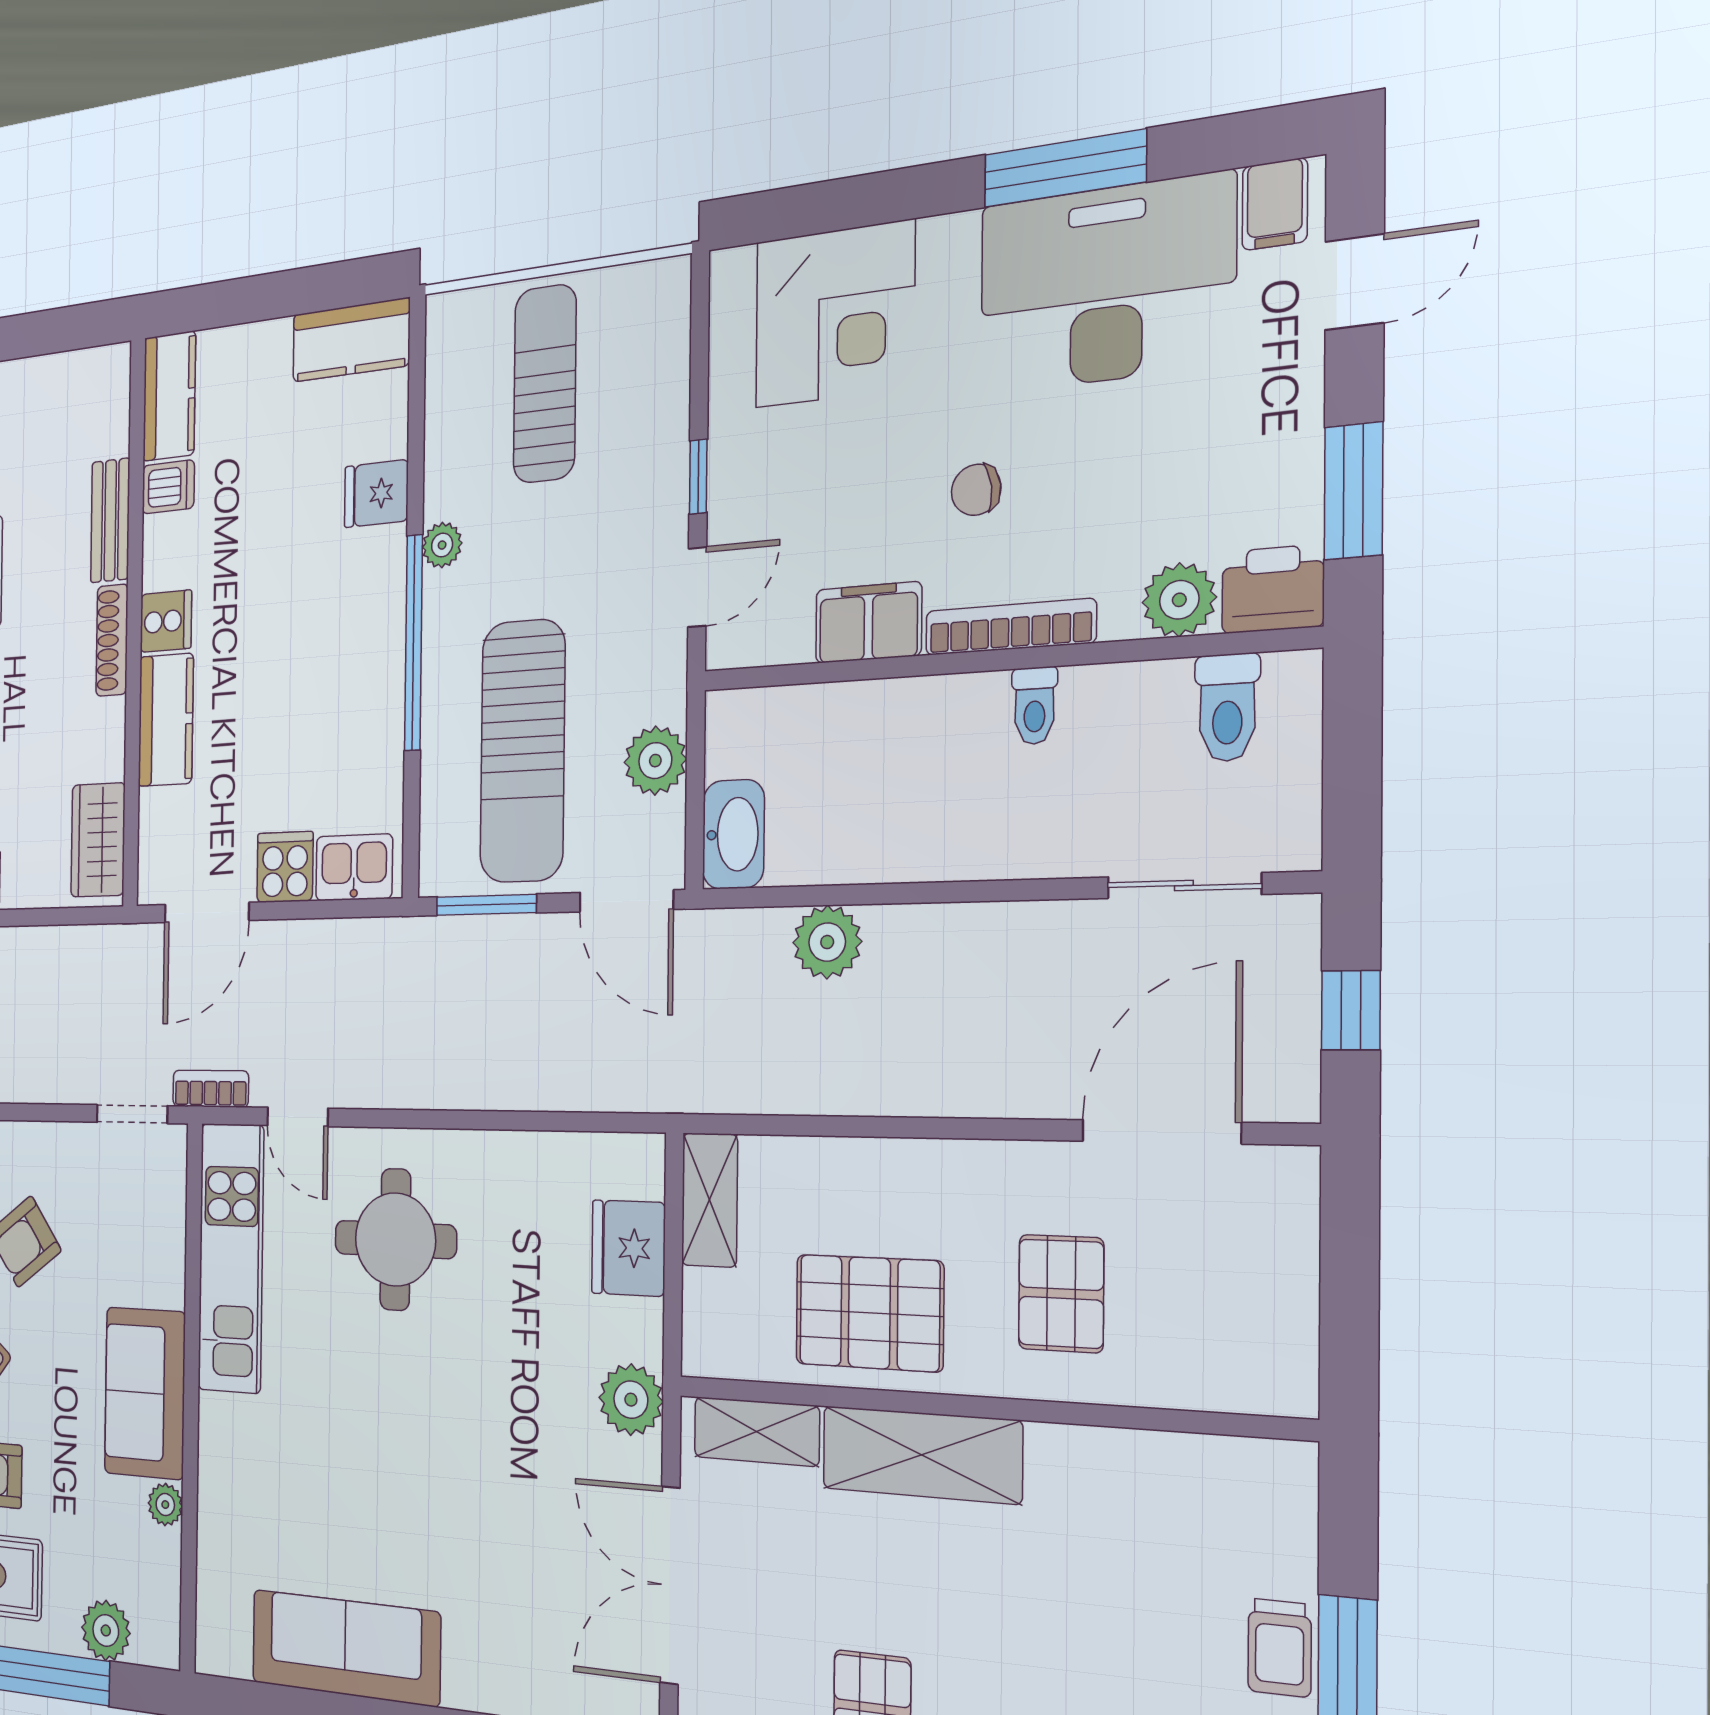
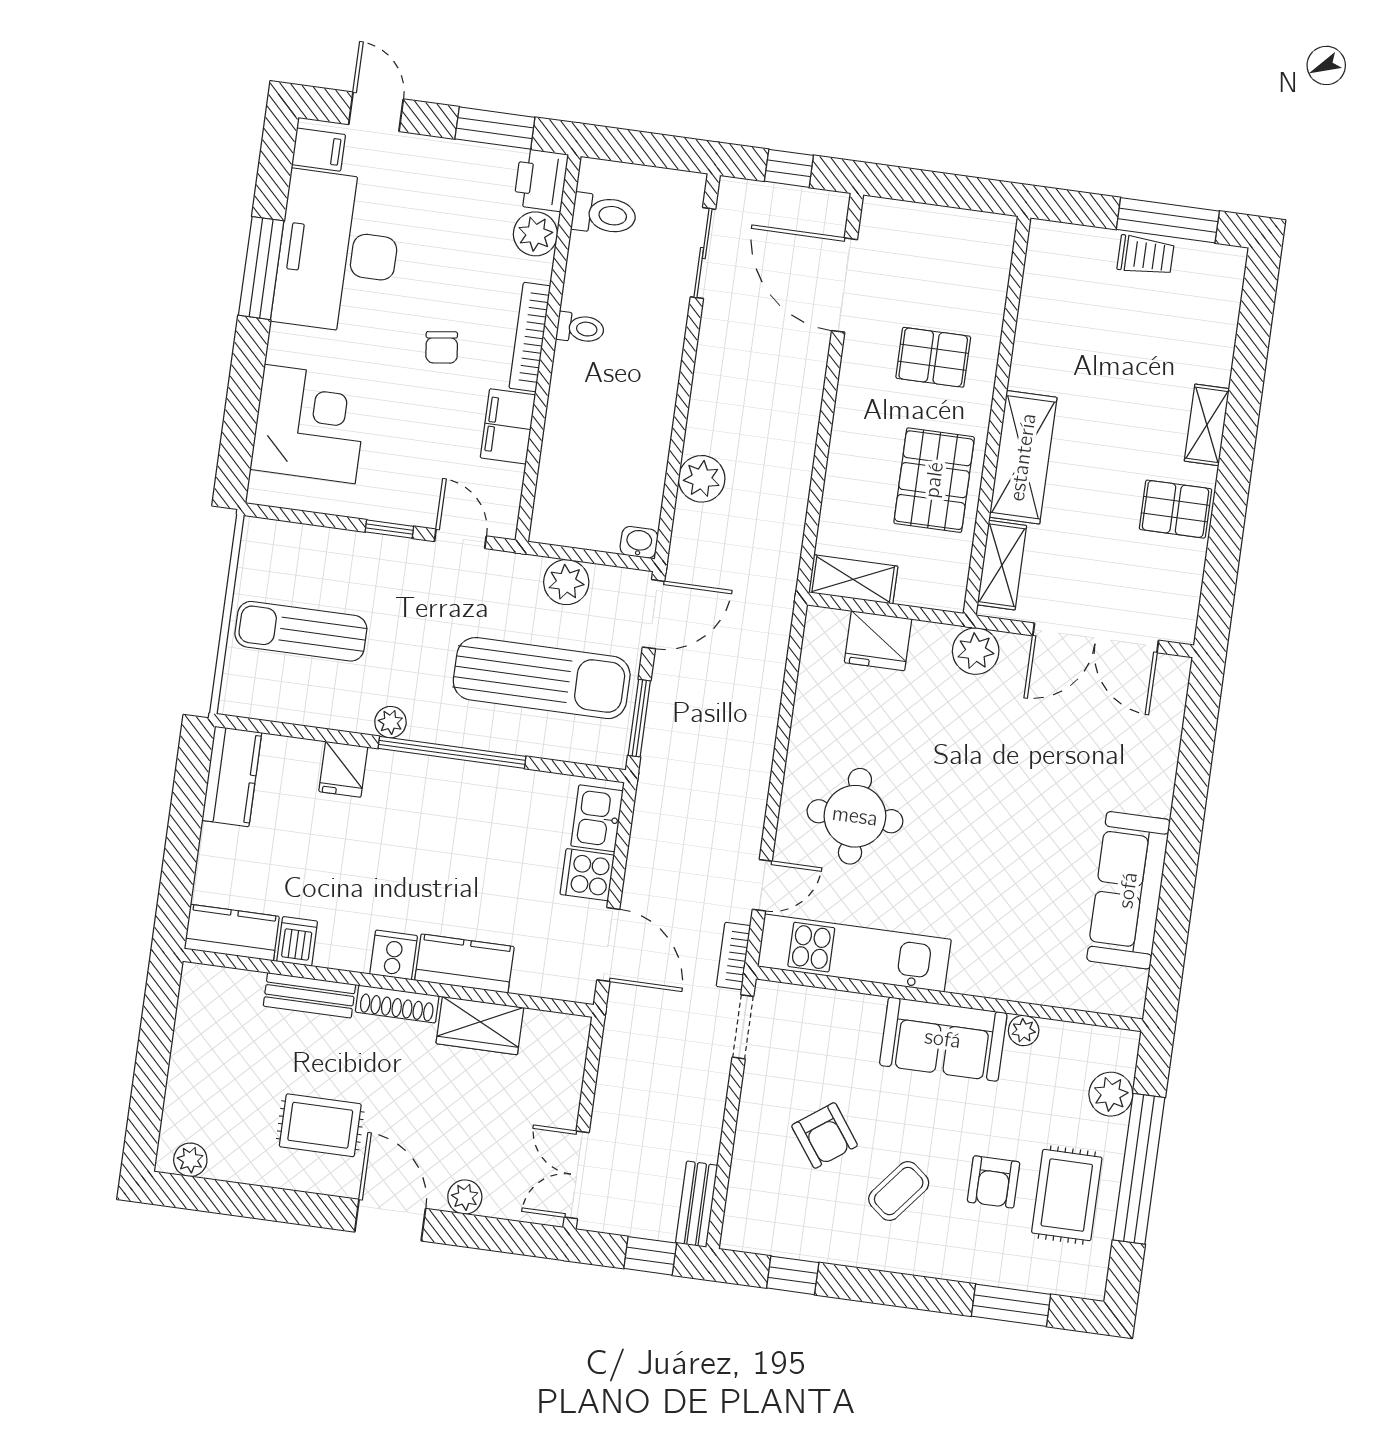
washbasin: (733, 834) -> (639, 542), width x0.52, depth x0.69
wardrobe: (98, 840) -> (480, 1026), moved

